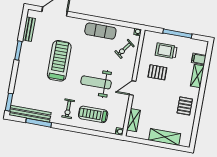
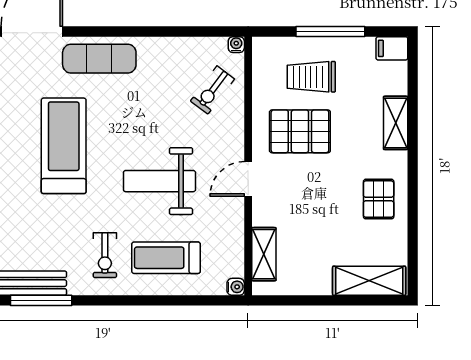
exercise mat: (100, 31) -> (99, 59), moved
filing cabinet: (199, 59) -> (392, 48), moved
pallet: (157, 72) -> (300, 131), width x1.50, depth x1.42
shelving: (165, 137) -> (369, 281), moved

